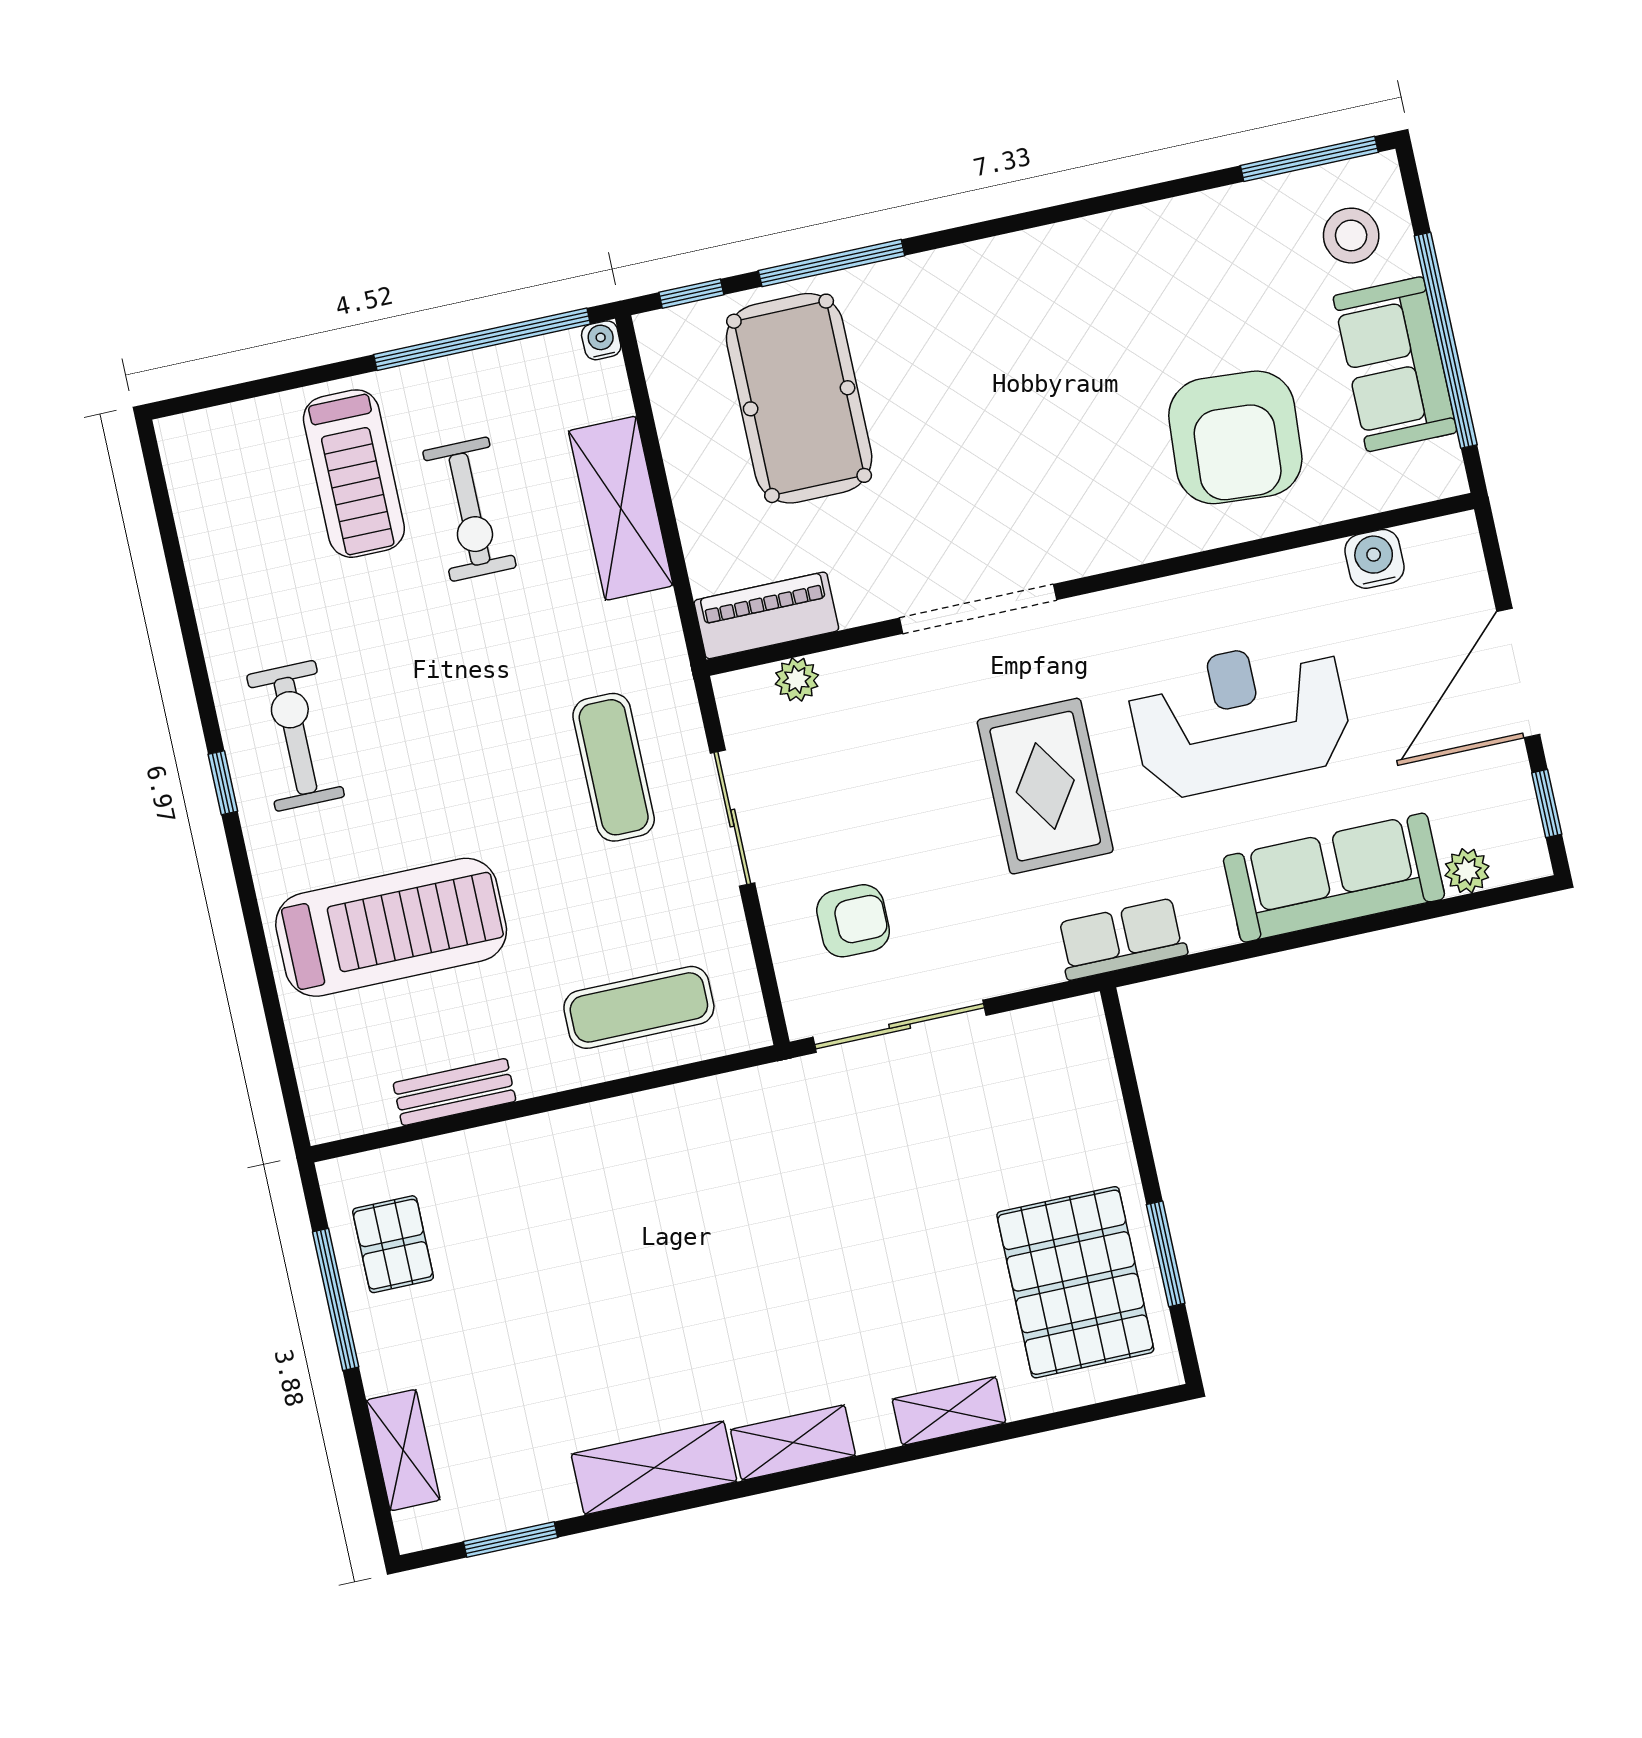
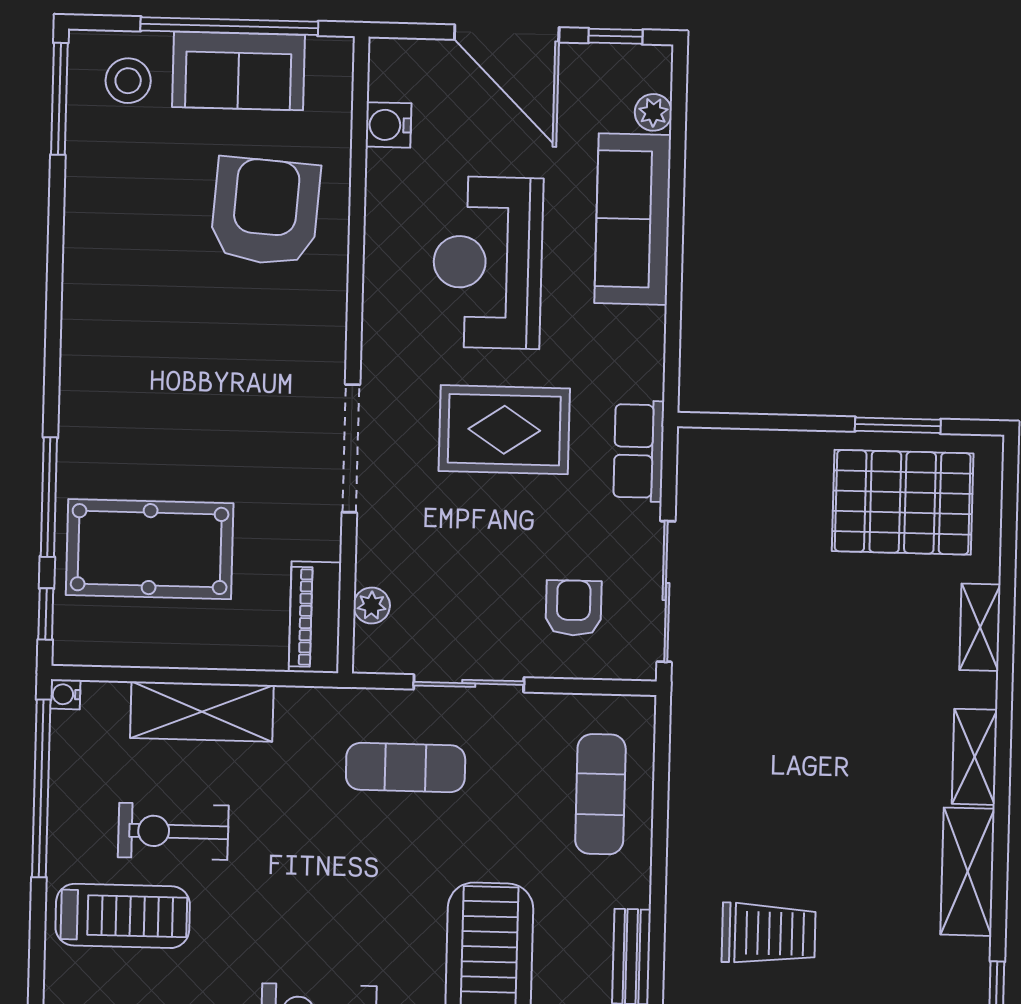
armchair: (1235, 437) -> (265, 212), turned -90
exercise bike: (470, 509) -> (173, 831), turned 180
row of seats: (1122, 939) -> (639, 451), moved
trolley: (522, 1249) -> (769, 933), added

